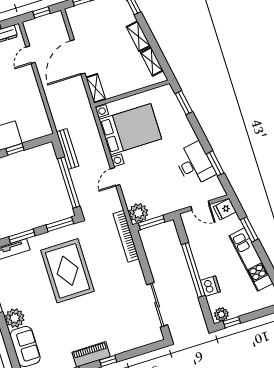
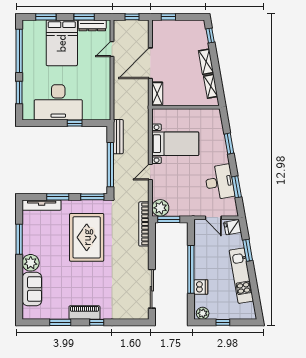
window: (184, 103) -> (229, 144), moved
bed with nightstands: (130, 129) -> (175, 144), width x0.73
window: (232, 322) -> (223, 322), moved

